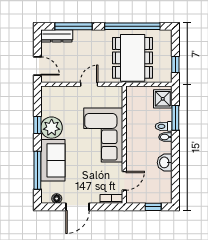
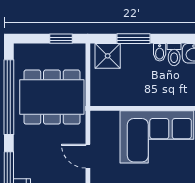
toilet: (164, 126) -> (174, 55), moved

